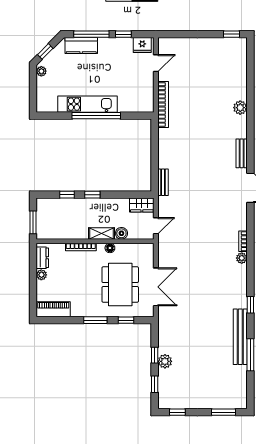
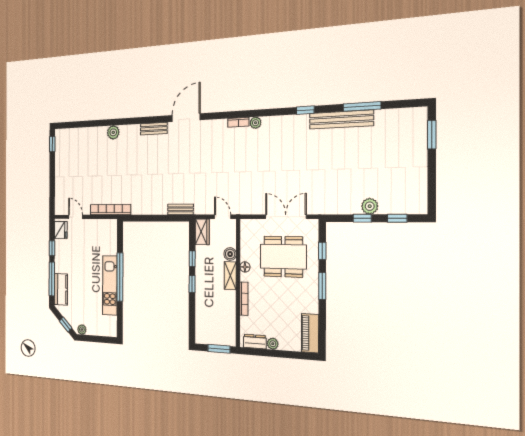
window: (67, 195) -> (192, 259), moved
window: (177, 412) -> (432, 191), removed

